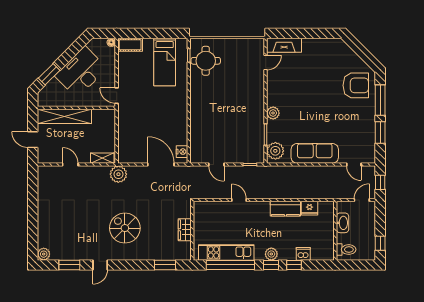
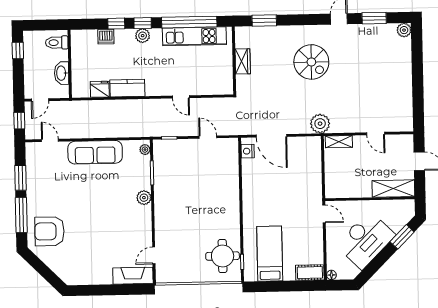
shelving: (64, 116) -> (393, 189), width x0.68
plant: (275, 151) -> (145, 150), width x0.53, depth x0.53

